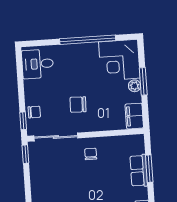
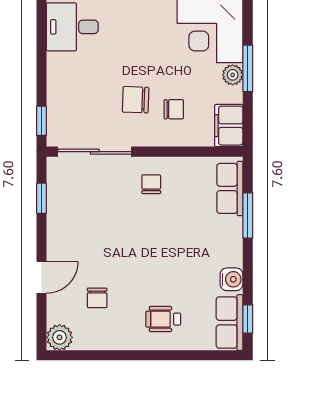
chair: (34, 112) -> (174, 109), moved
window: (25, 154) -> (42, 198), moved
row of seats: (139, 171) -> (230, 188), moved

